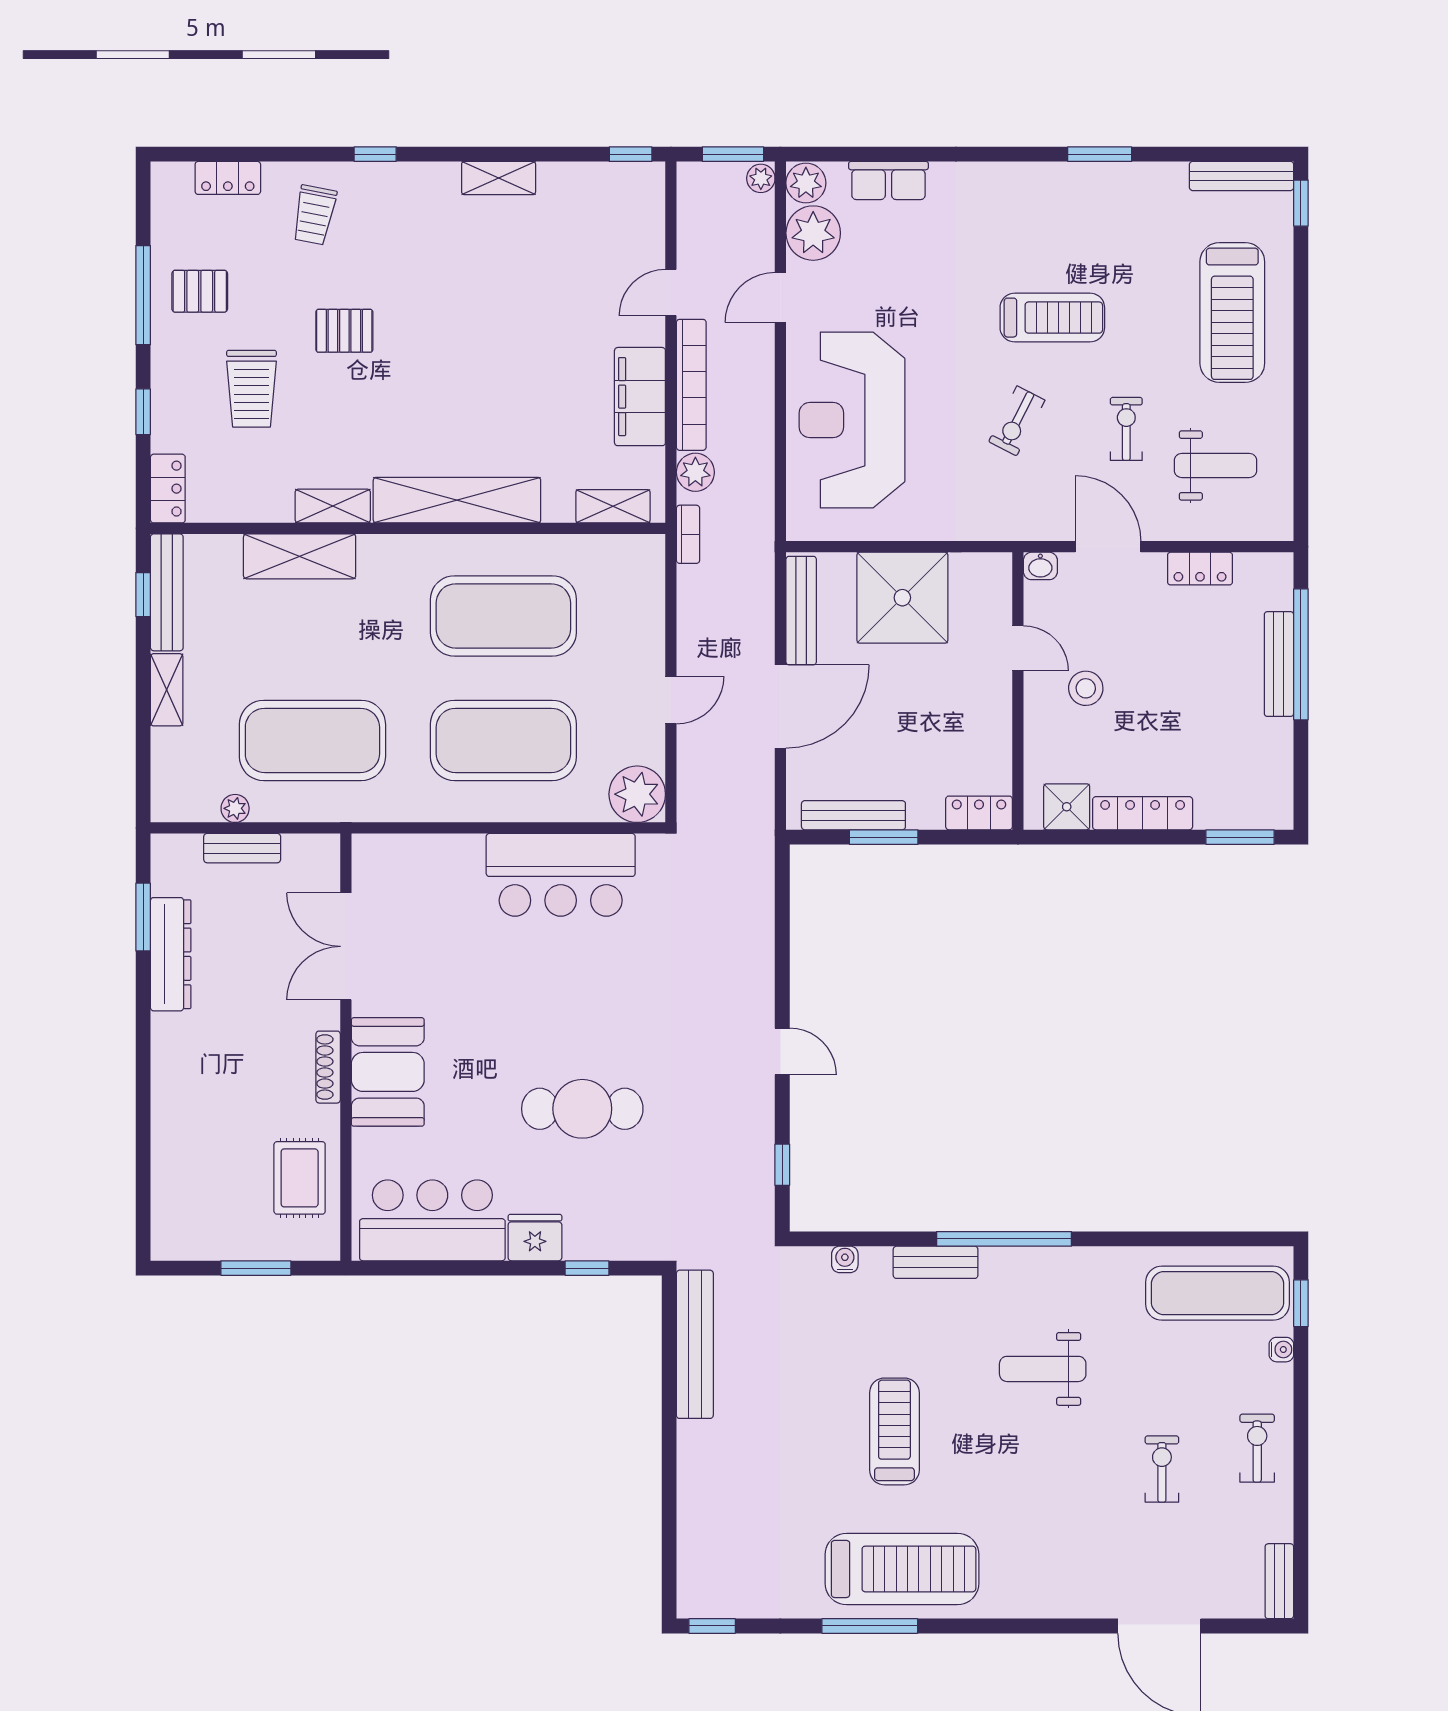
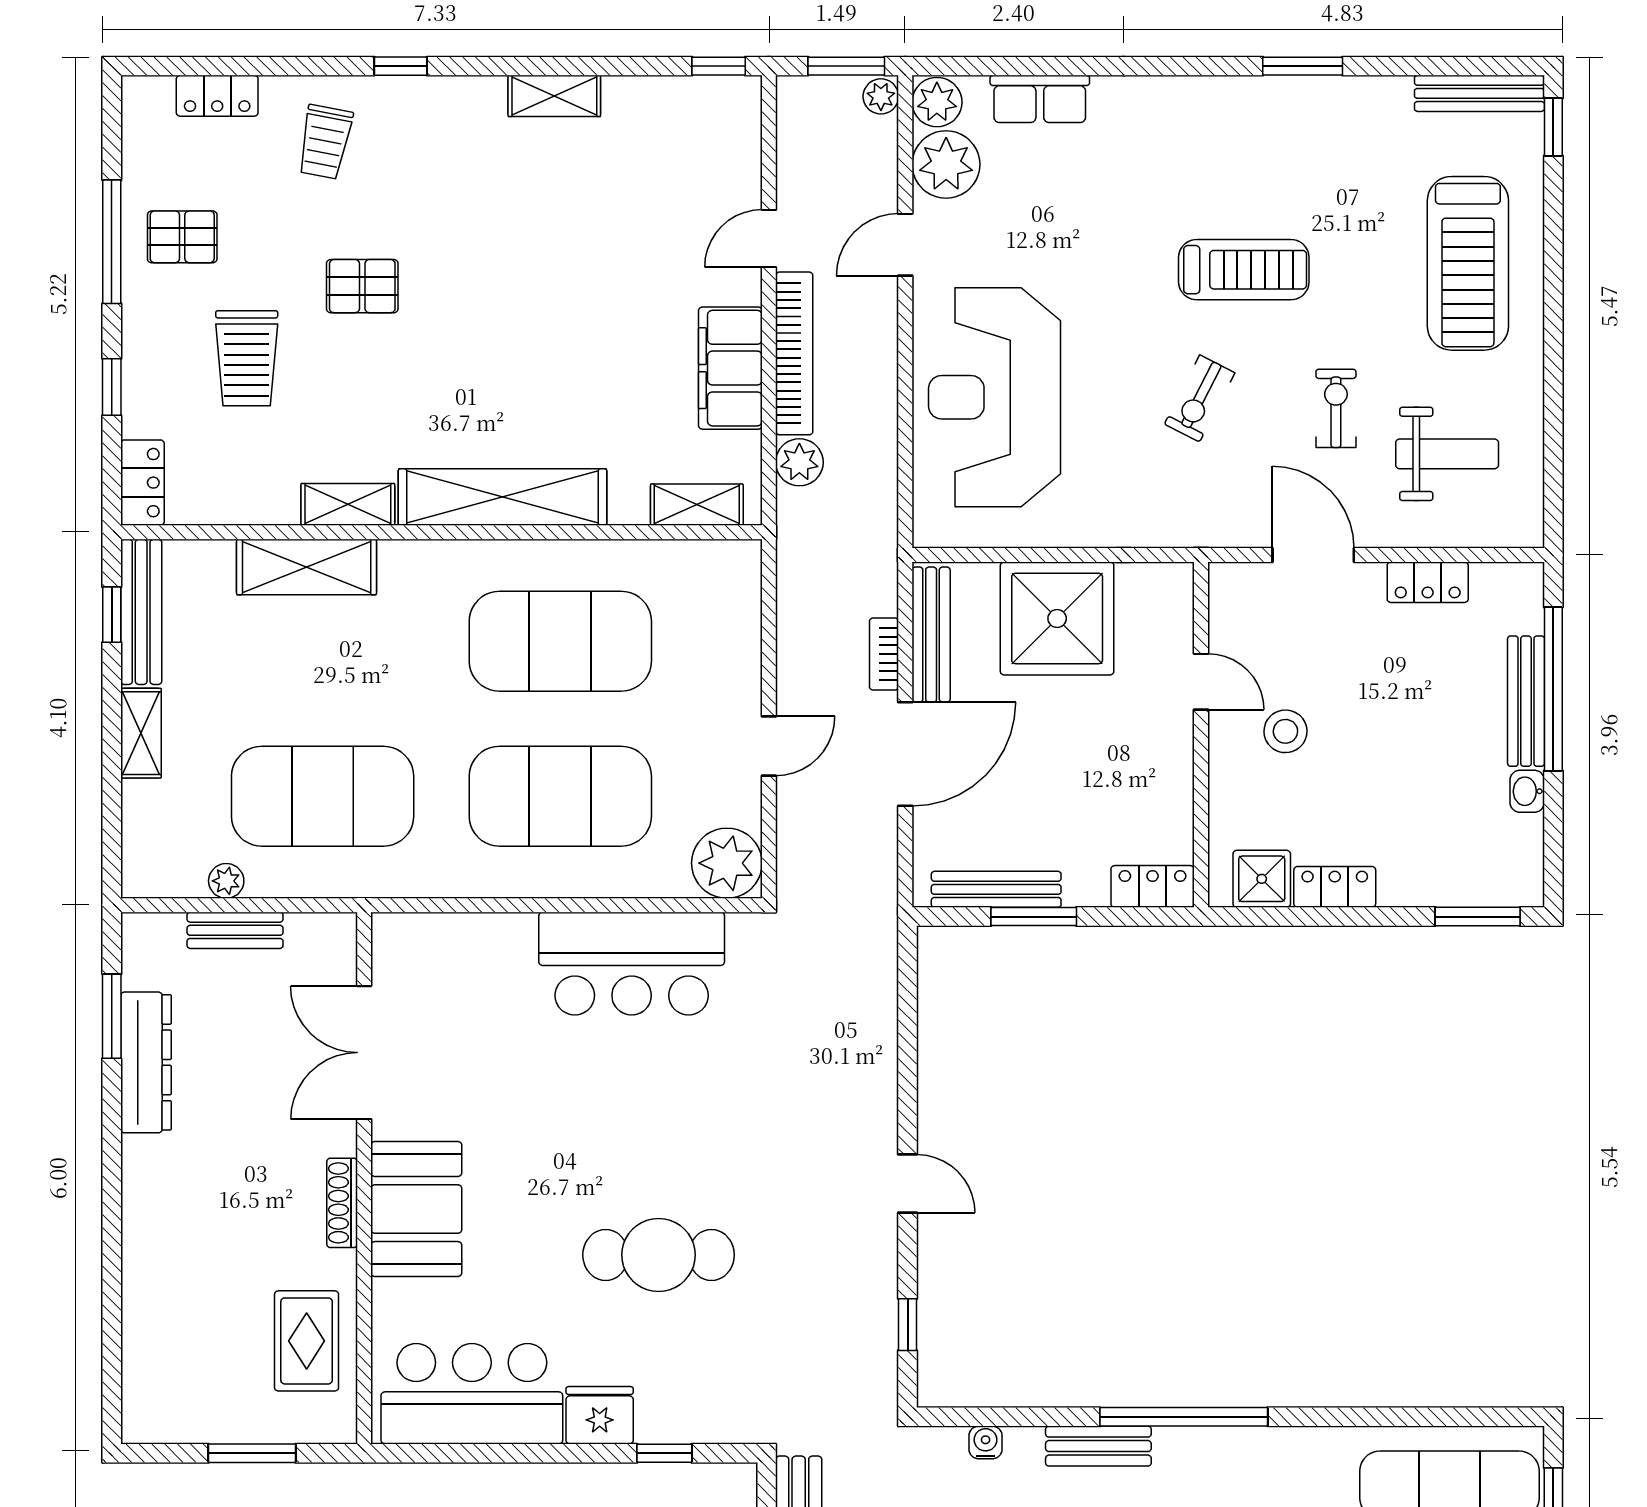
bookcase: (688, 534) -> (884, 654), moved, turned 180
washbasin: (1040, 566) -> (1527, 791), moved, turned 90
locker: (1143, 813) -> (1335, 887), width x0.66

